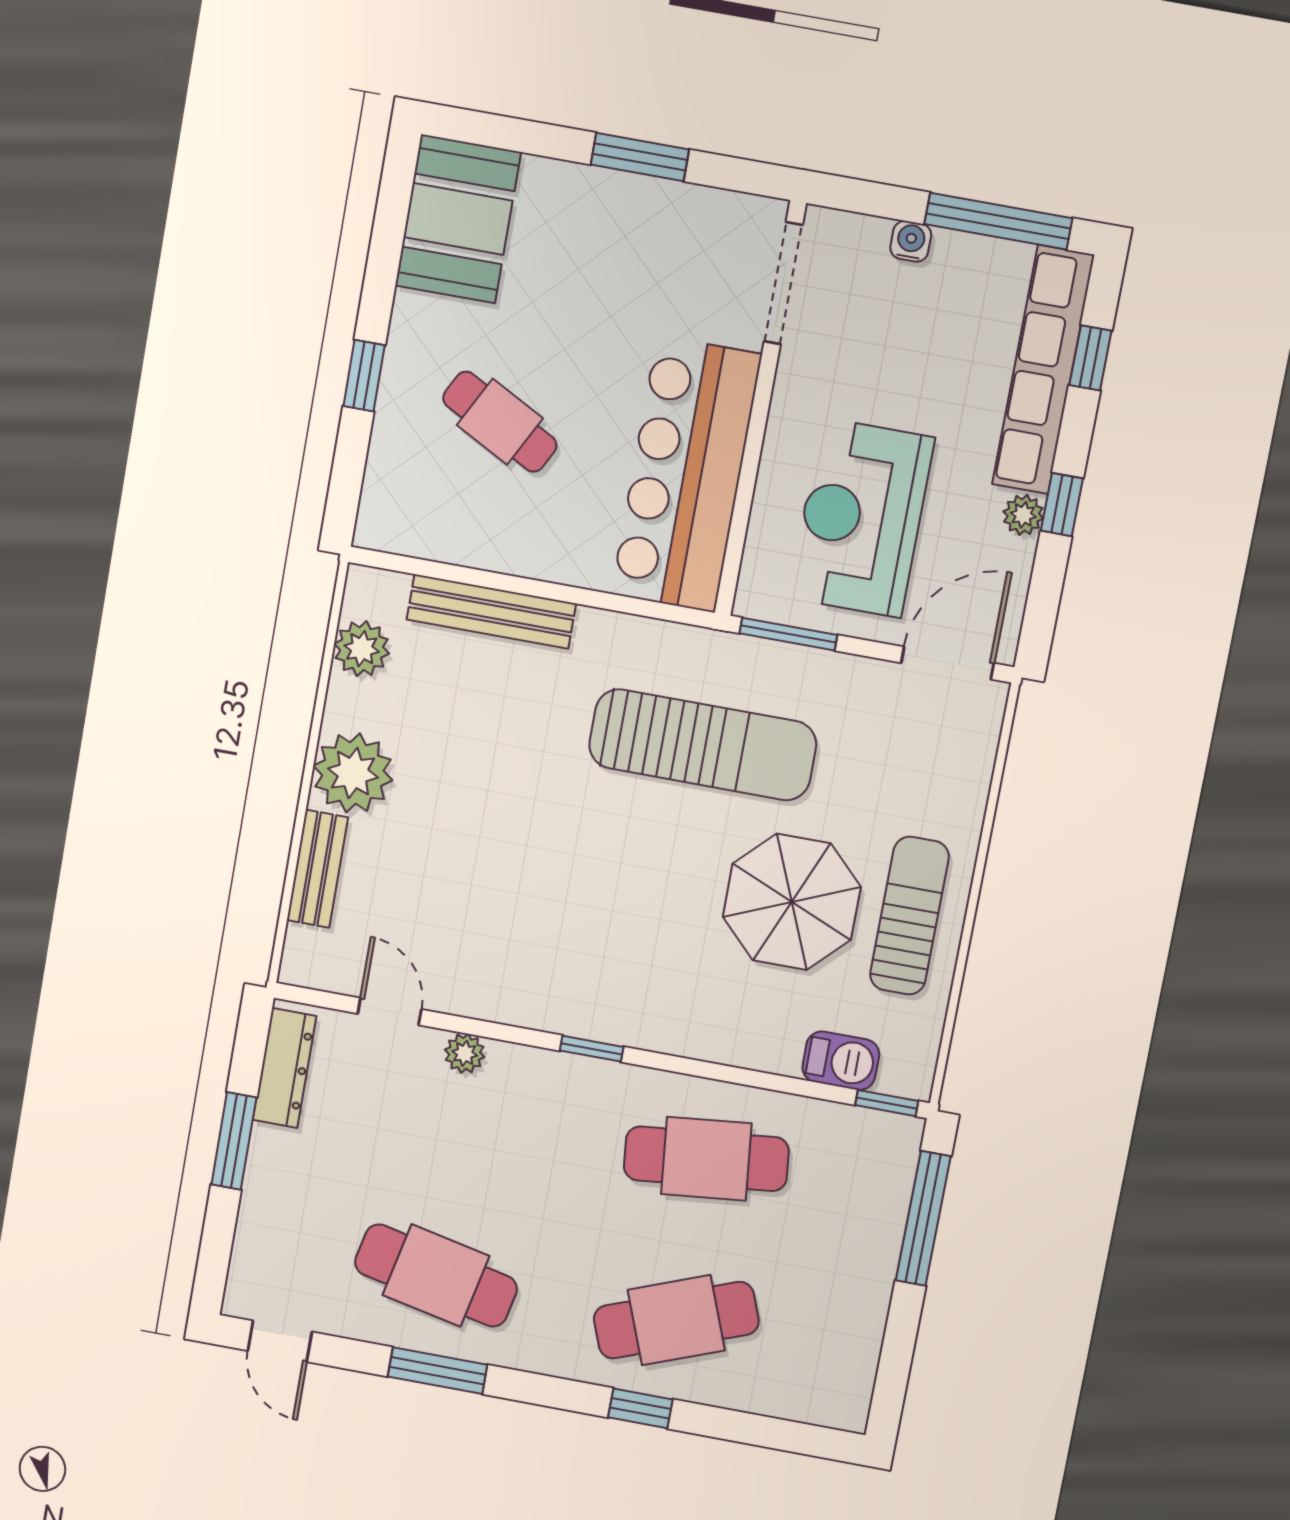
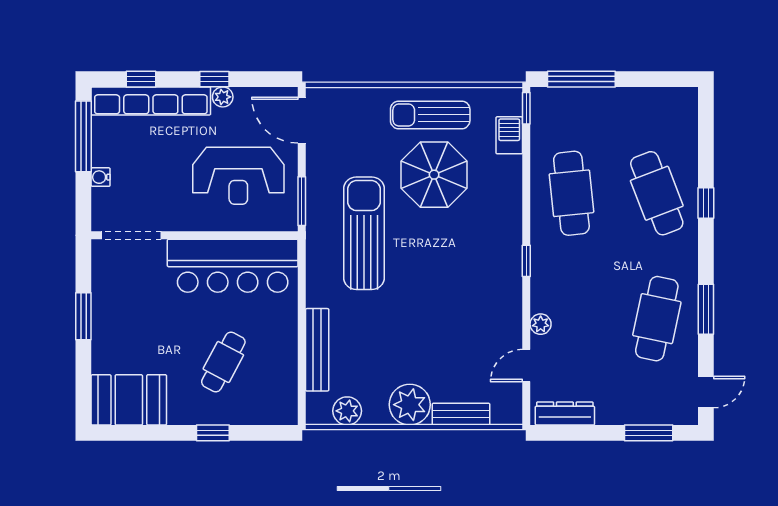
window: (234, 1141) -> (649, 433), moved

